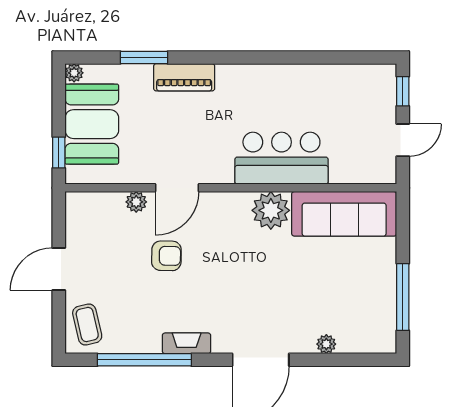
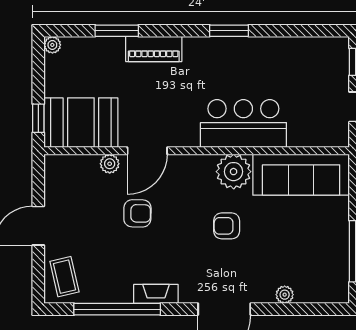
window: (266, 58) -> (229, 31), added
booth: (92, 124) -> (81, 123), moved, turned 90
armchair: (263, 269) -> (227, 226), added

